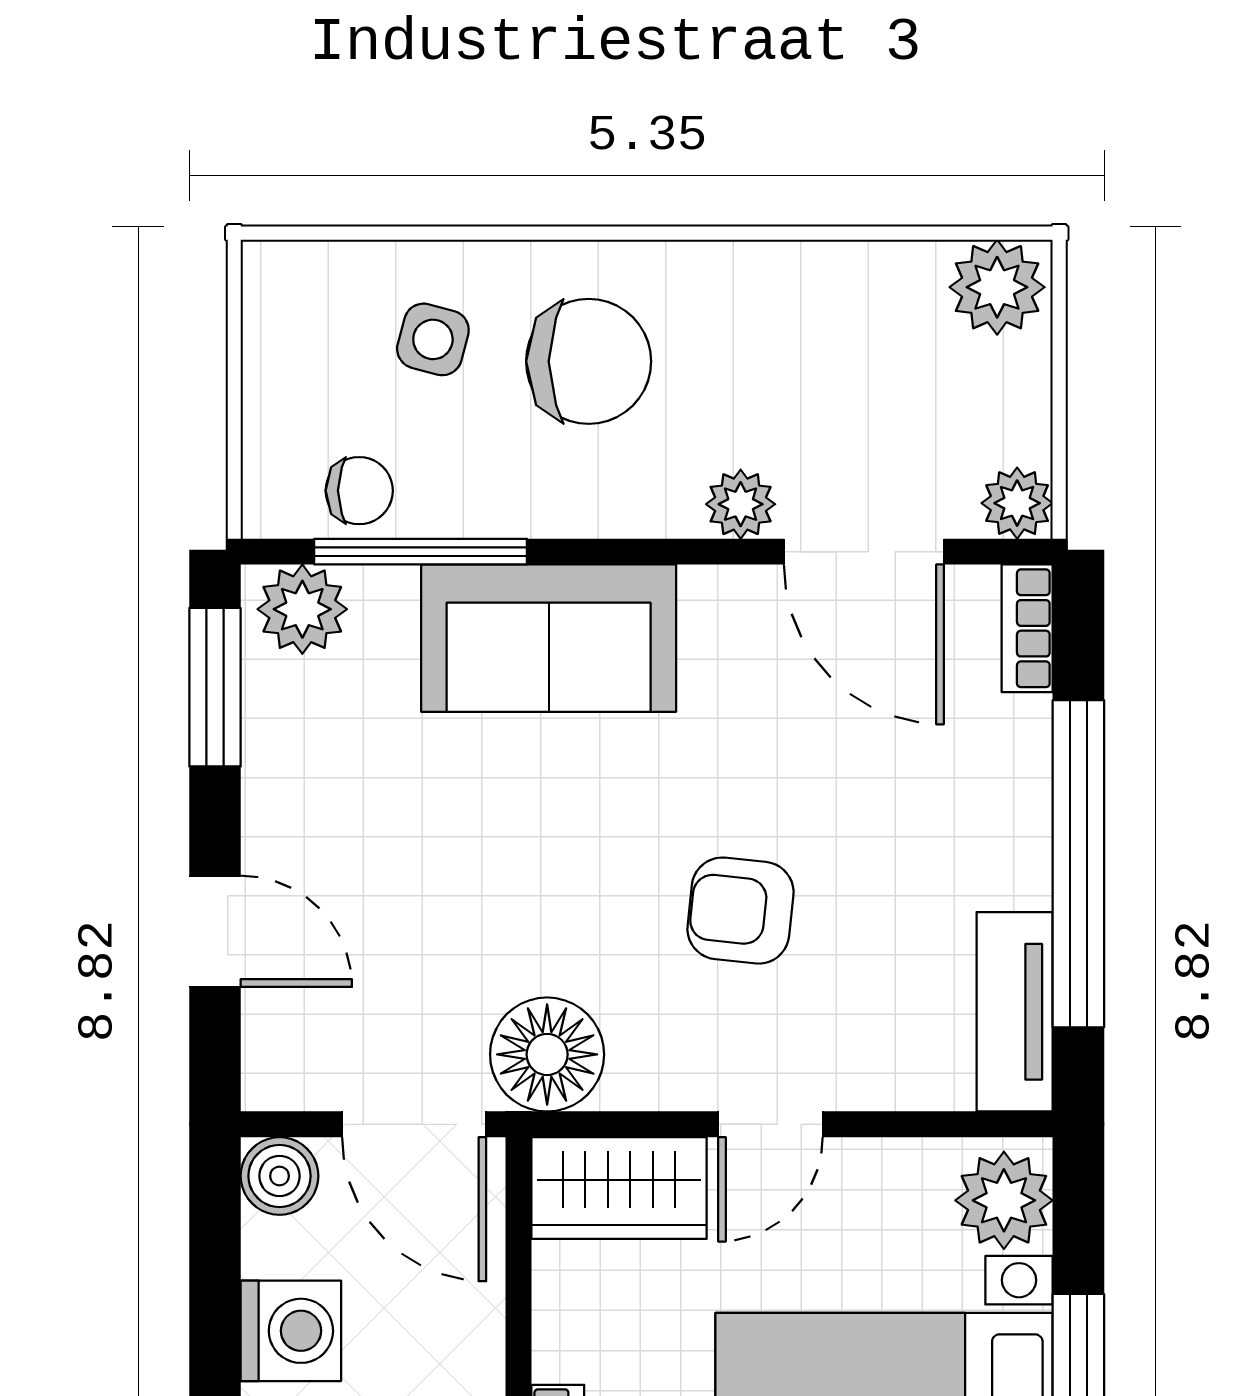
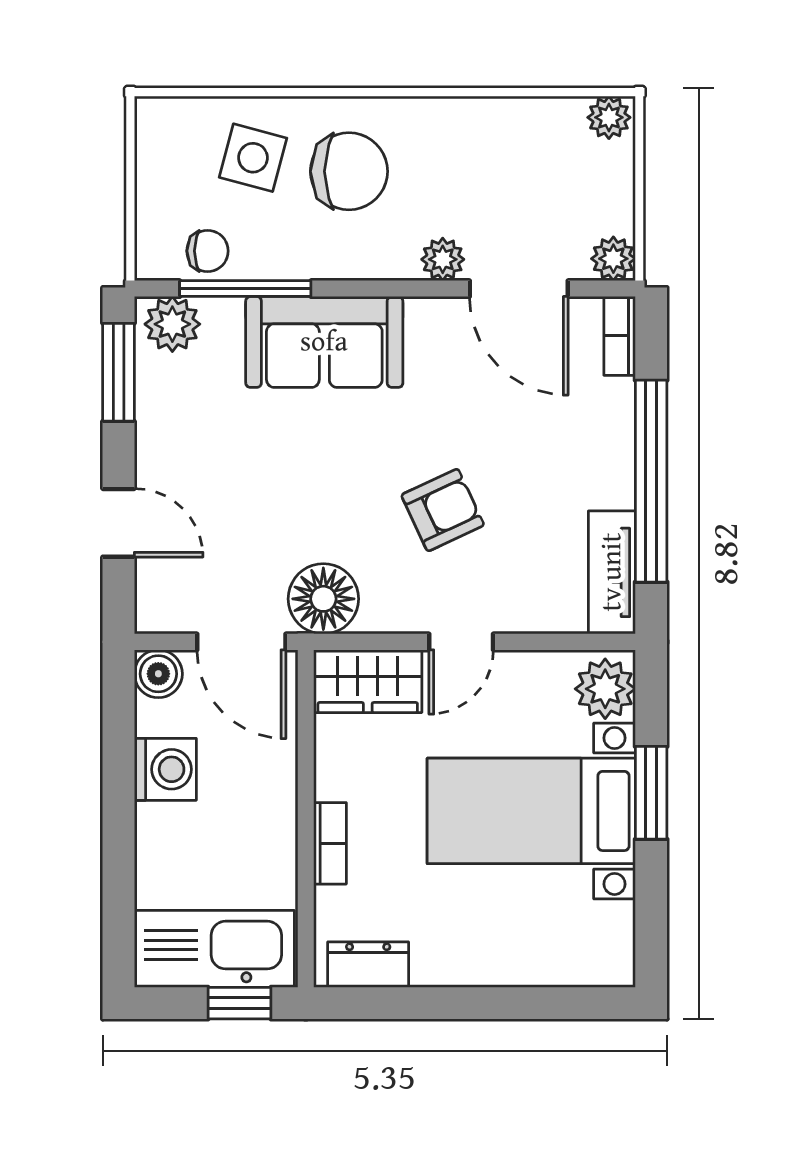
plant: (997, 287) -> (609, 117), width x0.73, depth x0.73
side table: (433, 339) -> (253, 158), width x1.37, depth x1.37
armchair: (740, 911) -> (443, 510), turned 149

